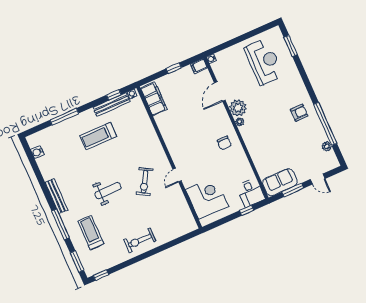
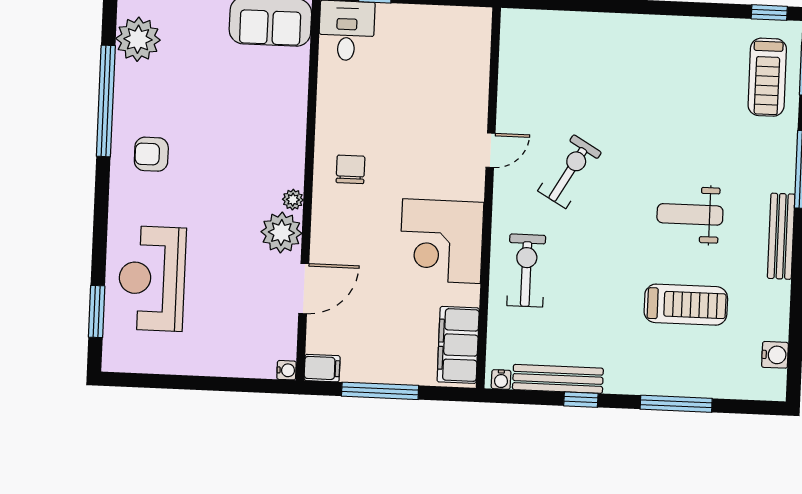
reception desk: (264, 62) -> (152, 278), moved
window: (174, 68) -> (380, 391), width x2.17
window: (114, 95) -> (581, 400), moved
treadmill: (98, 136) -> (686, 305), moved
plant: (327, 146) -> (138, 39), width x1.88, depth x1.88
weight bench: (108, 191) -> (690, 214), moved
corner desk: (207, 198) -> (442, 241), moved
treadmill: (91, 233) -> (767, 77), moved
exercise bike: (140, 240) -> (526, 270), moved, turned -90

